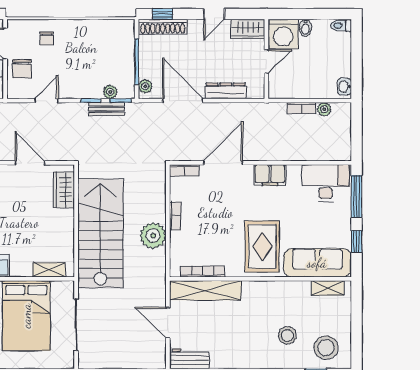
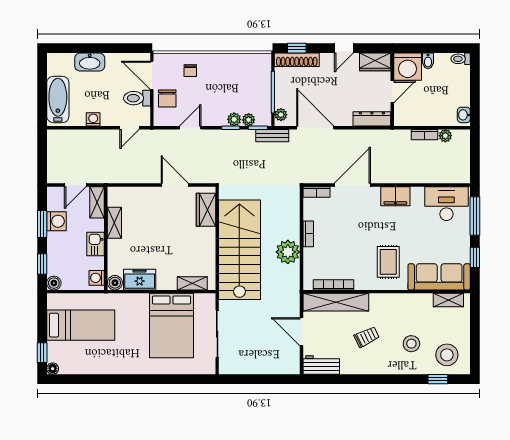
plant: (95, 91) -> (234, 119), added
dresser: (226, 91) -> (372, 119), moved
bench: (106, 109) -> (272, 136), moved
rug: (262, 246) -> (388, 262), width x0.73, depth x0.70
trolley: (239, 328) -> (367, 337), added

